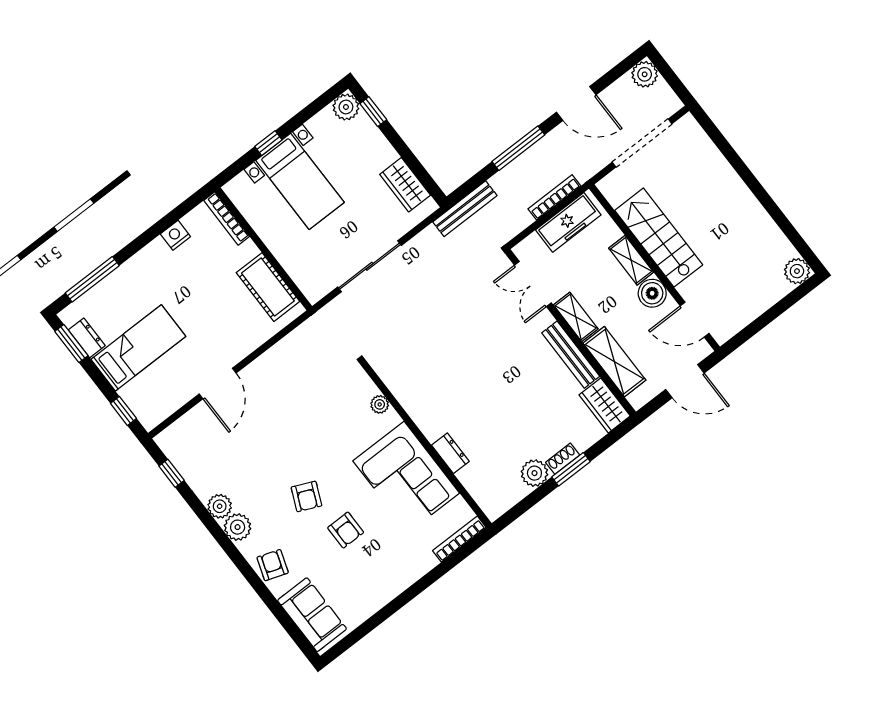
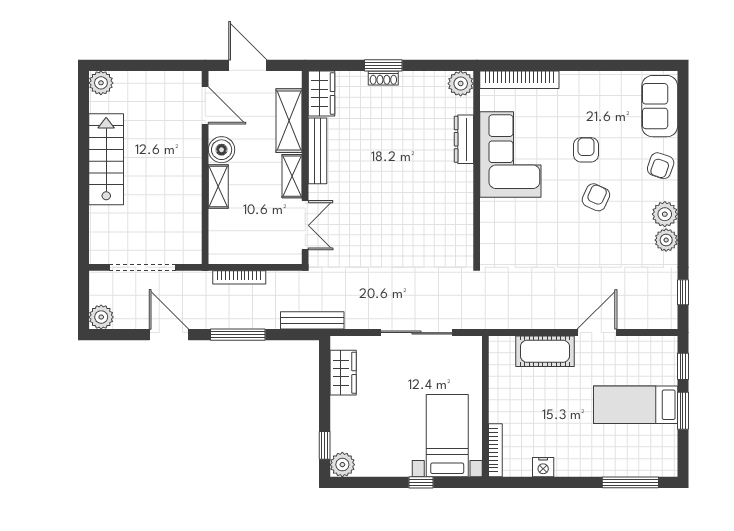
bed with nightstands: (300, 181) -> (447, 436), moved
freezer: (568, 222) -> (243, 251), removed
stairs: (659, 238) -> (106, 159), moved, turned 180
cot: (268, 287) -> (545, 351), moved, turned 90
dresser: (87, 338) -> (668, 442), removed
window: (71, 344) -> (683, 411), moved
plant: (380, 404) -> (488, 224), removed
dresser: (450, 453) -> (464, 139), width x1.44
plant: (534, 473) -> (461, 84), moved
bookcase: (459, 539) -> (519, 80), width x1.48, depth x1.31

